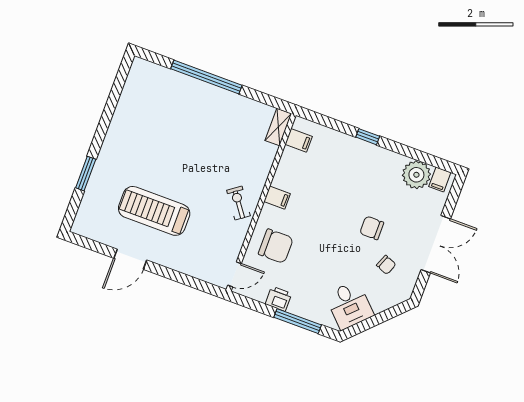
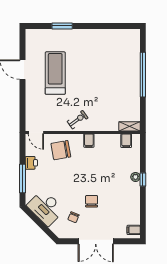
plant: (416, 175) -> (135, 177), moved, width x0.53, depth x0.53
chair: (276, 246) -> (61, 150), turned 80
desk: (349, 305) -> (46, 208), width x1.37

